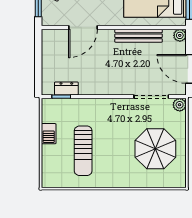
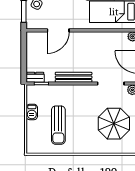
bench: (139, 36) -> (74, 77), moved
dresser: (66, 89) -> (35, 77), moved

